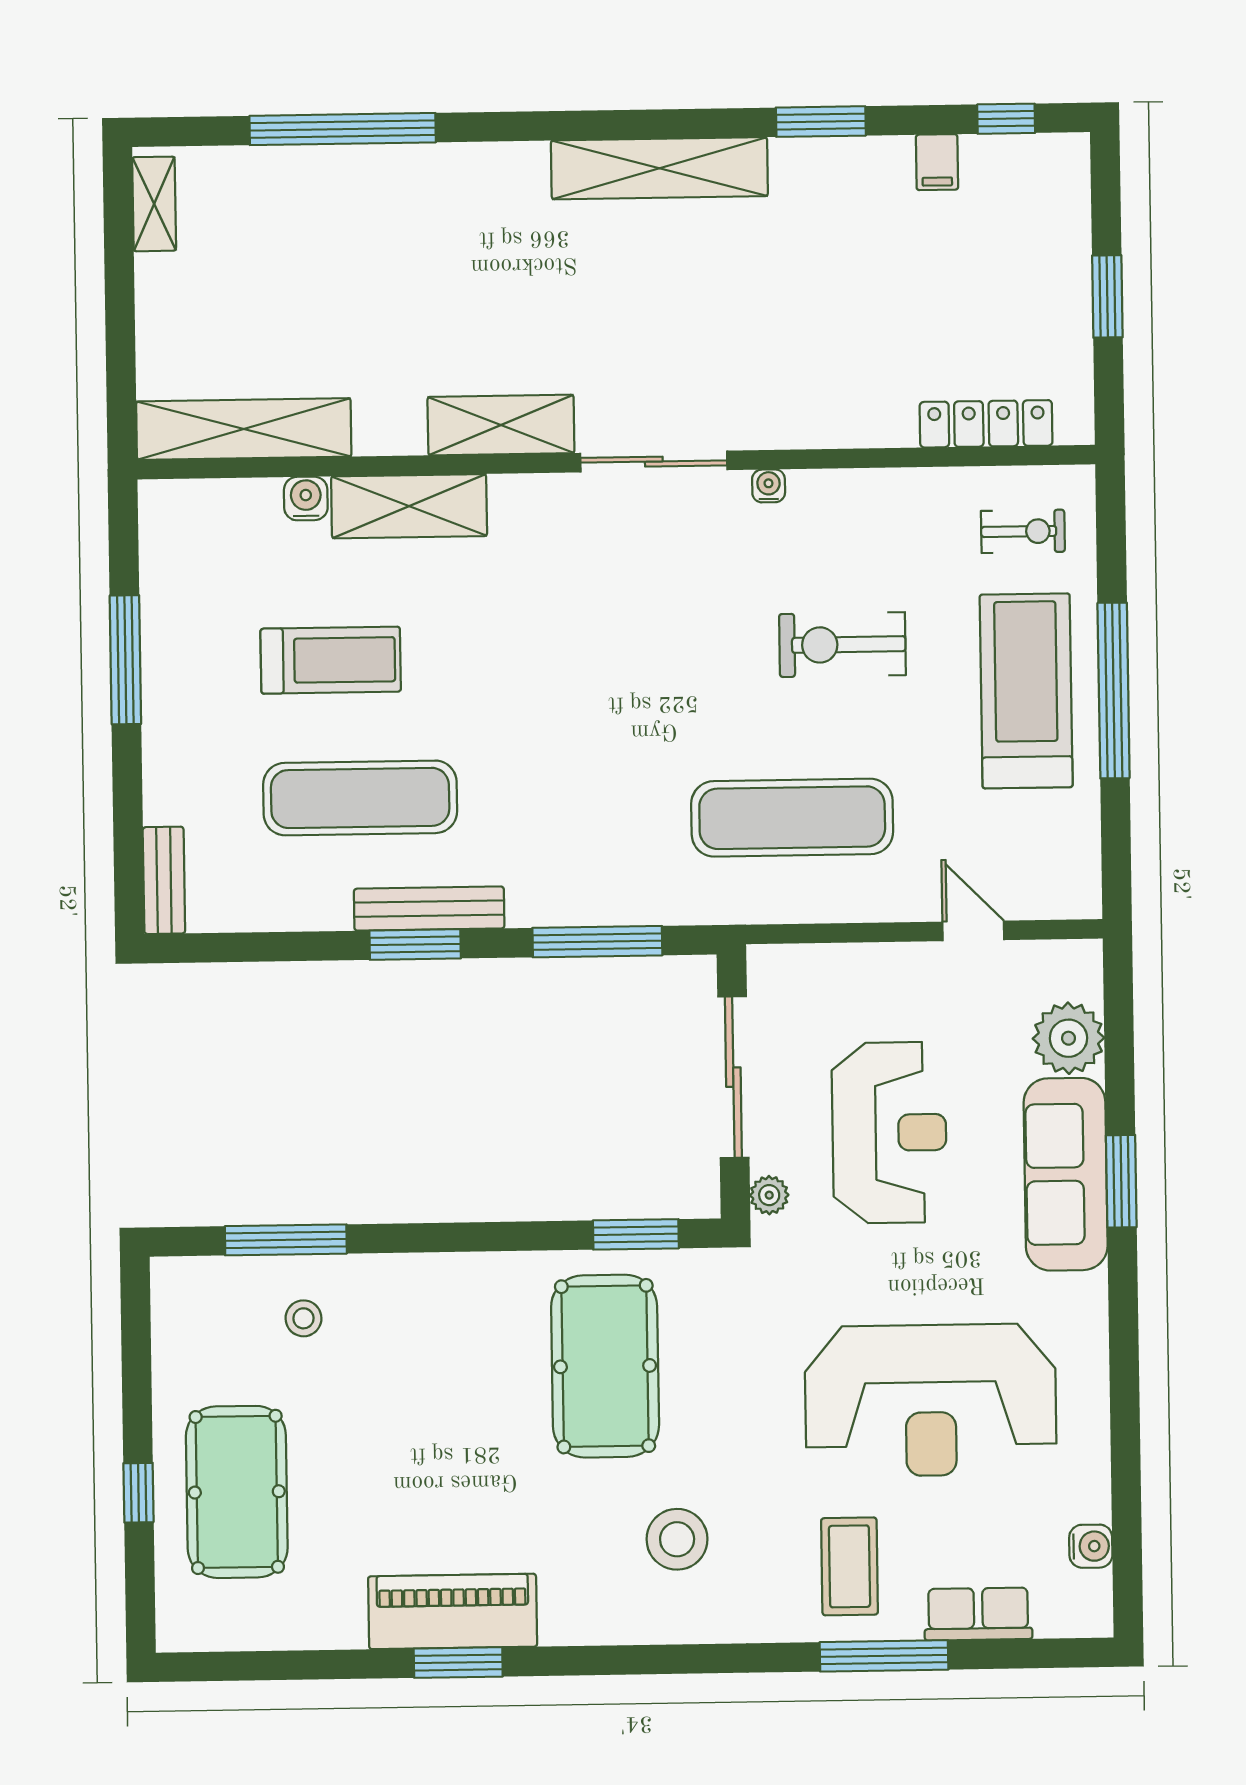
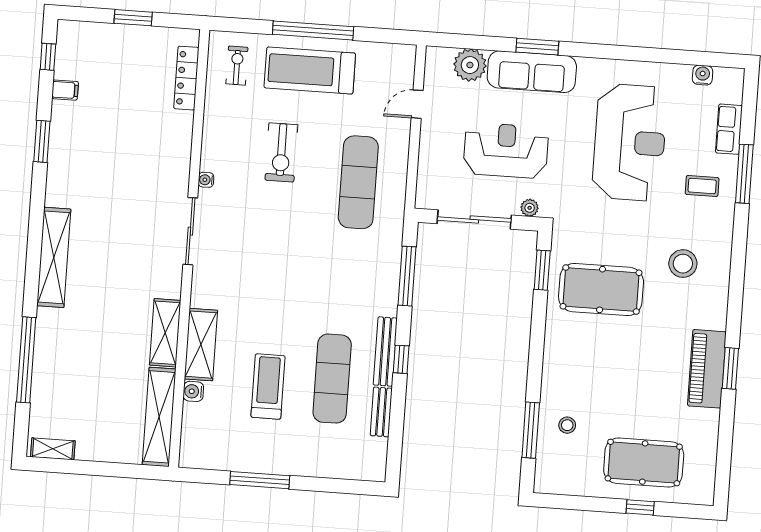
shelving: (659, 168) -> (54, 257), moved
shelving: (501, 425) -> (165, 333), moved
bench: (164, 880) -> (381, 412), moved, turned 90
window: (415, 944) -> (401, 359), width x0.67
coffee table: (849, 1566) -> (702, 186), width x0.73, depth x0.77

